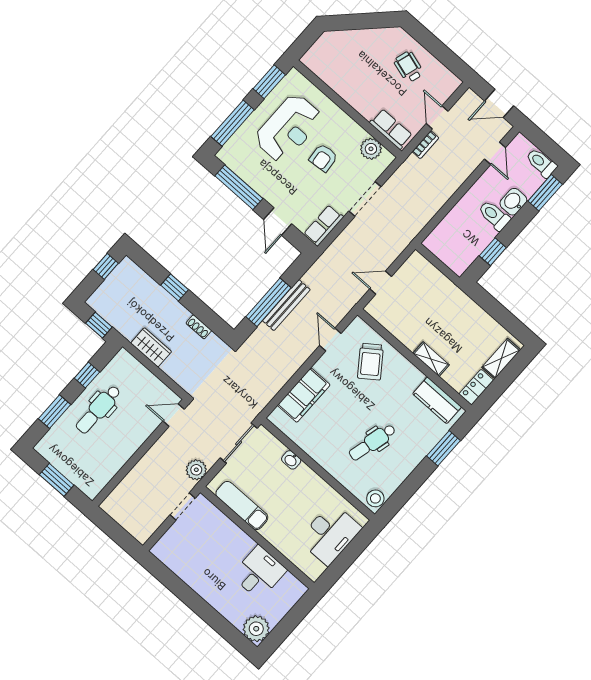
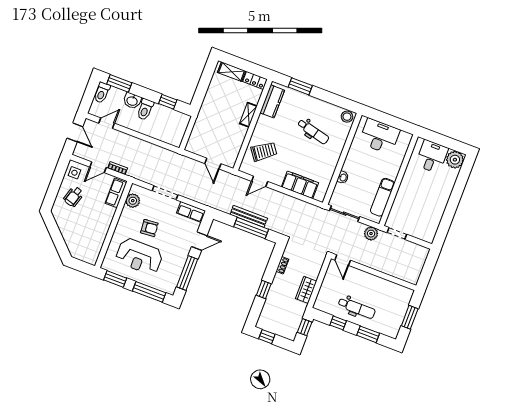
side table: (442, 81) -> (74, 173), added
reception desk: (288, 128) -> (139, 256), turned 180
desk: (259, 573) -> (432, 157), moved, turned 90

